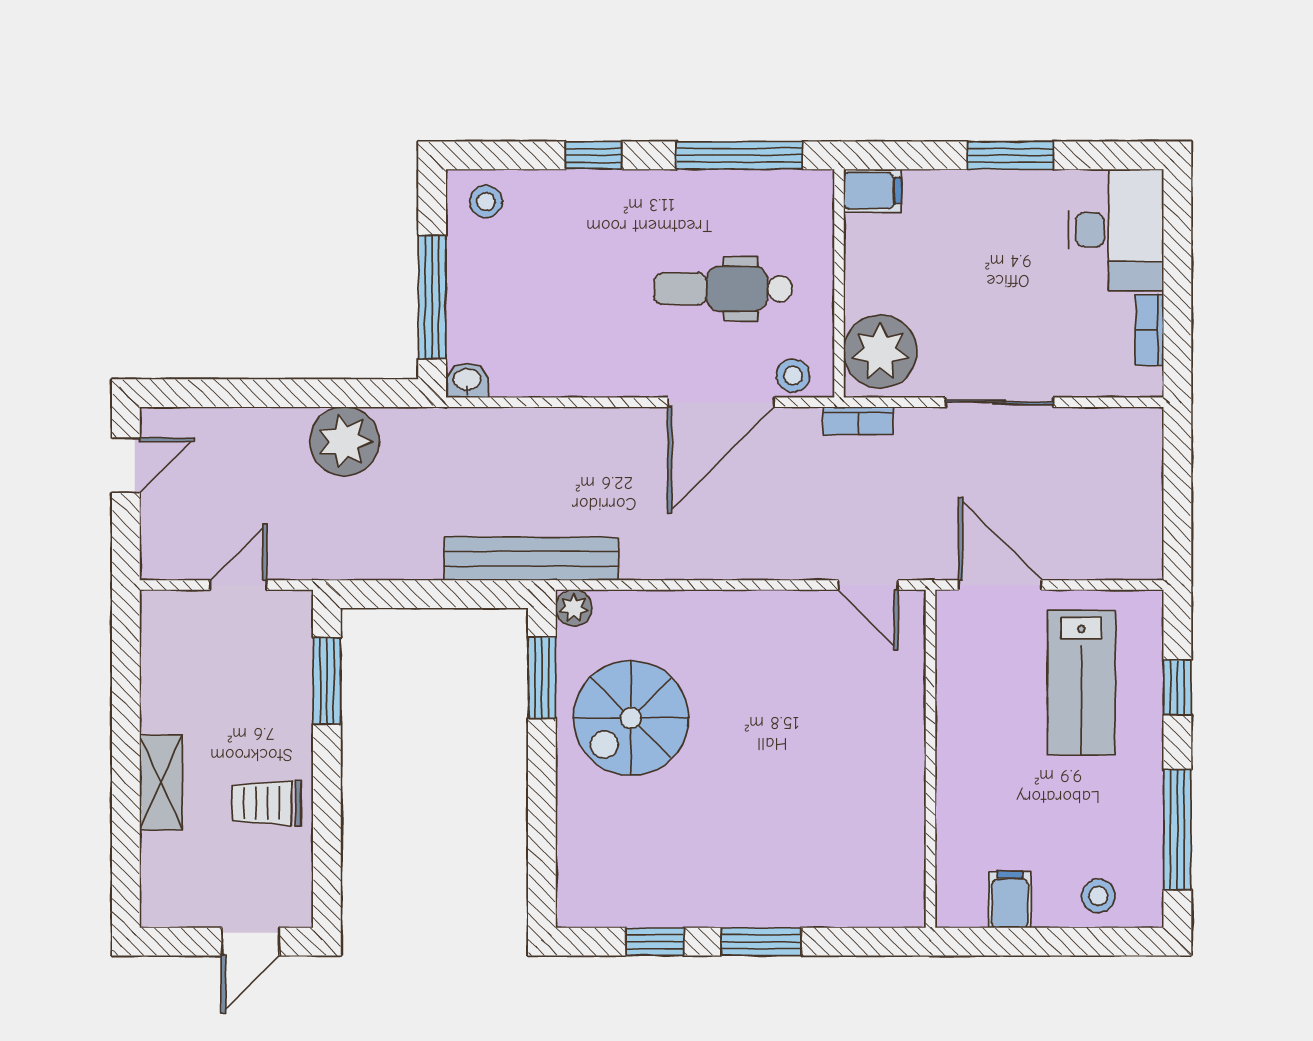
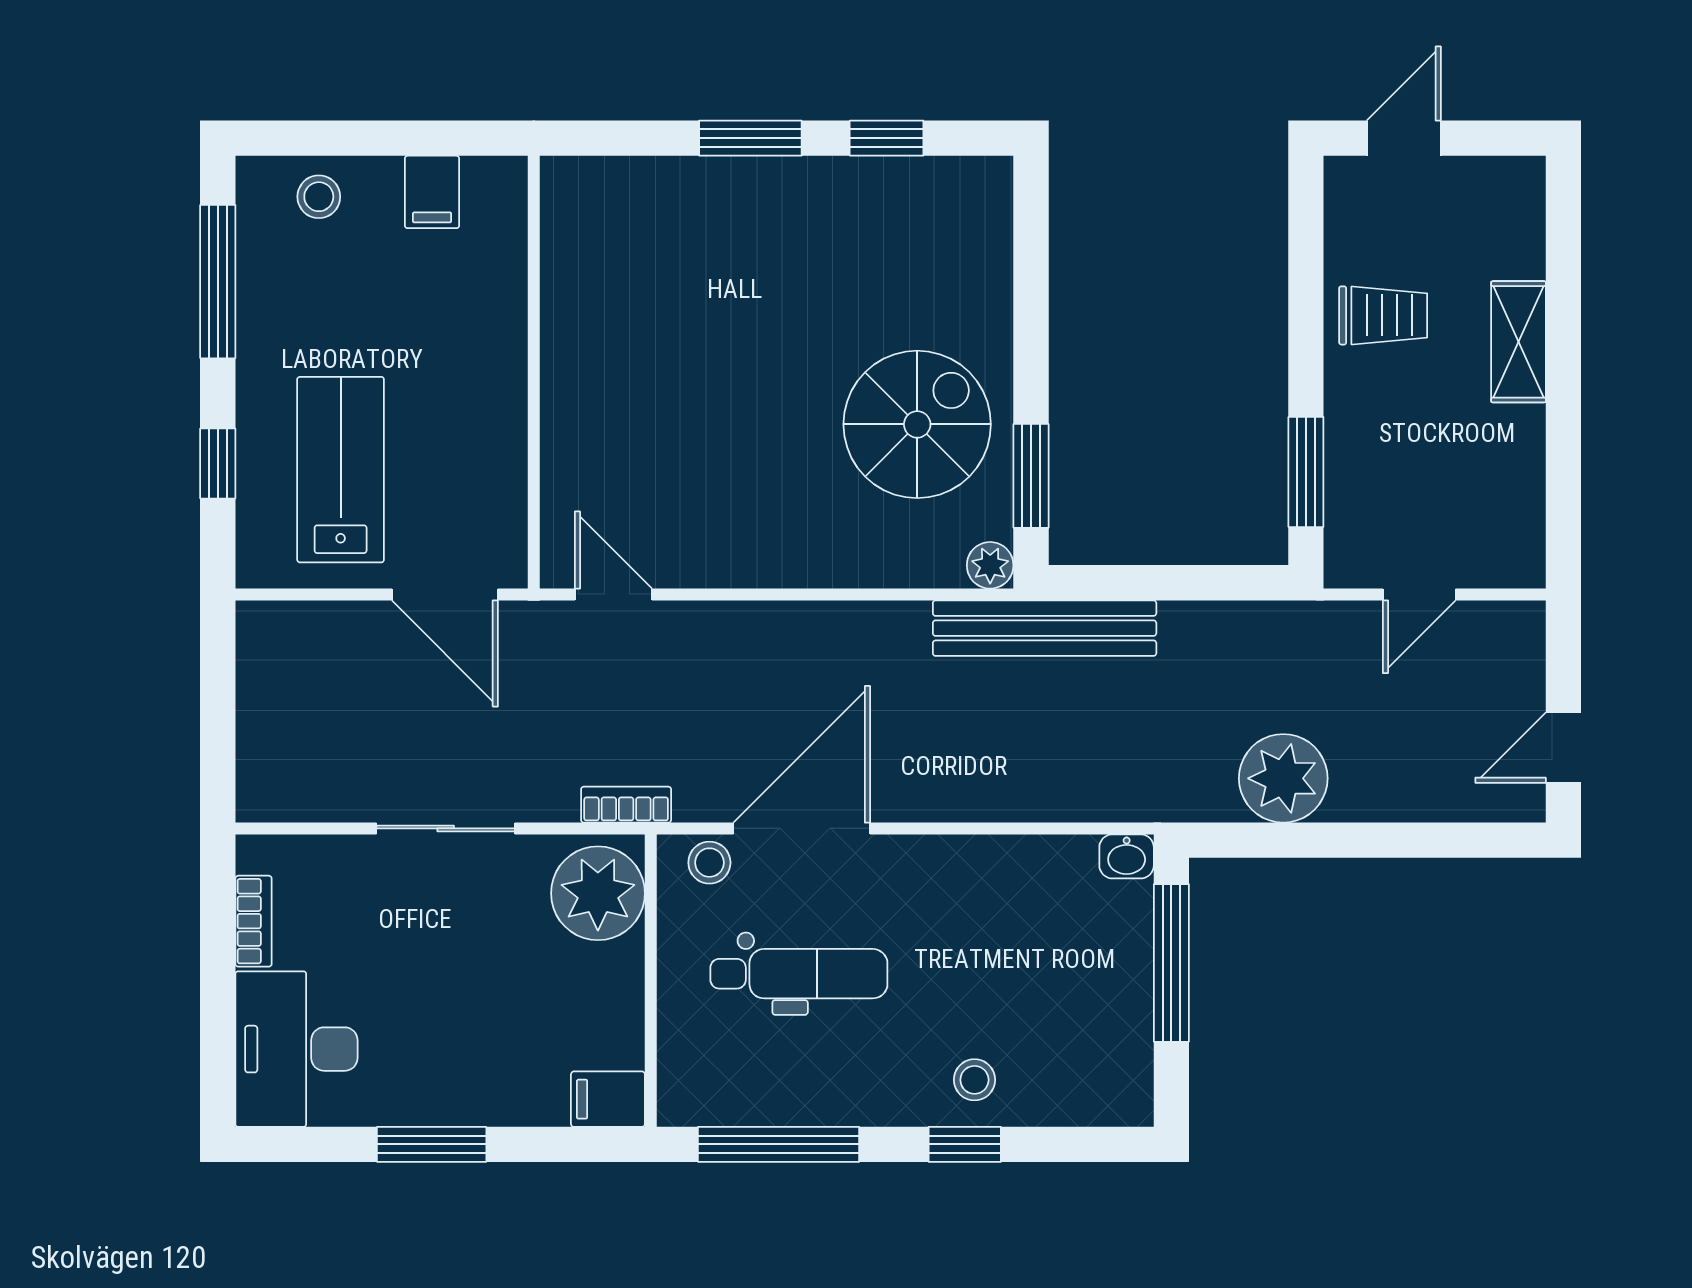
stool: (486, 202) -> (974, 1080), moved

